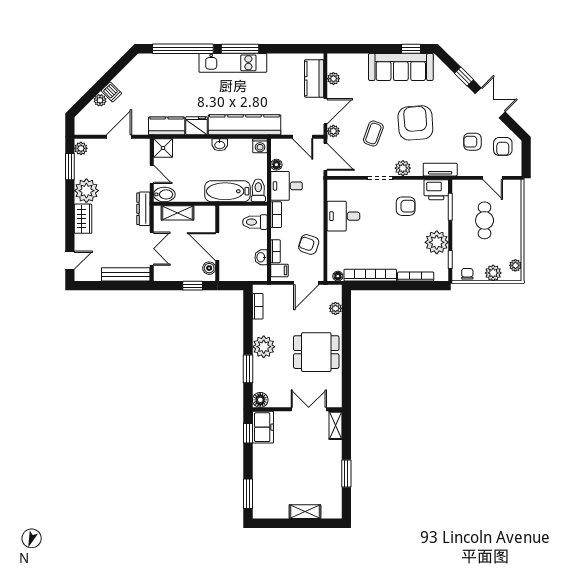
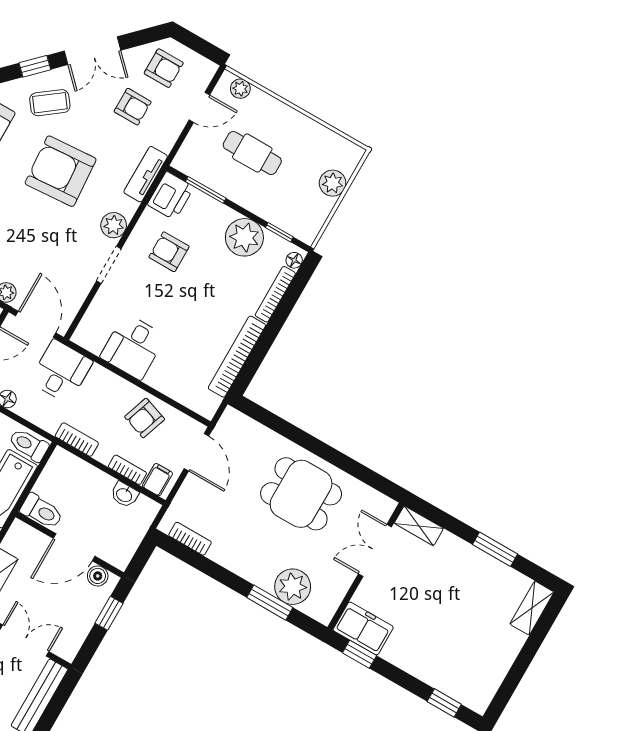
double door: (490, 103) -> (93, 51), swing flipped
coffee table: (373, 133) -> (50, 103), moved, turned -57
armchair: (472, 142) -> (133, 107), turned -90
door: (325, 157) -> (36, 324), hinge flipped
desk: (287, 186) -> (61, 371), moved, turned 180
armchair: (406, 206) -> (169, 252), turned -90
toilet: (255, 222) -> (42, 511), moved, turned -90
plant: (515, 265) -> (240, 89), moved
chair: (467, 274) -> (313, 220), removed
floor lamp: (338, 276) -> (294, 260), moved
plant: (335, 308) -> (255, 432), removed
plant: (264, 347) -> (293, 587), moved
dining table: (316, 352) -> (301, 494), turned 90
floor lamp: (260, 400) -> (323, 610), removed
window: (248, 494) -> (444, 703), width x0.67
shelving: (305, 512) -> (532, 608), moved

